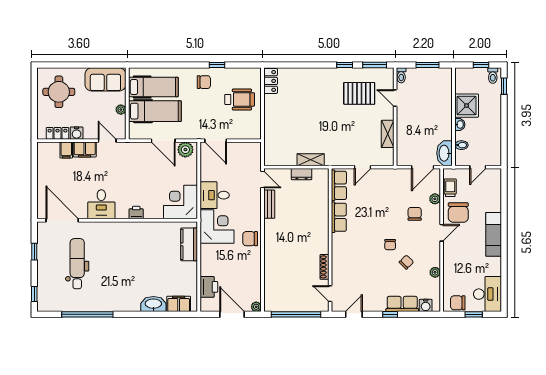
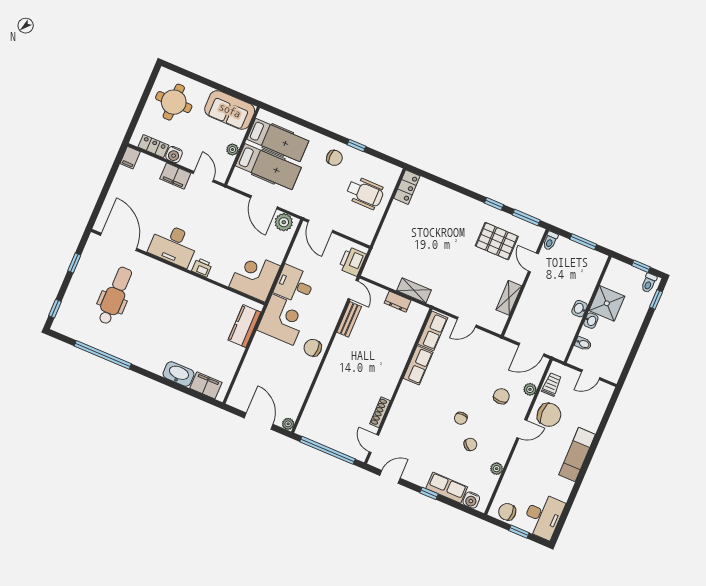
filing cabinet: (66, 150) -> (130, 158), moved
washbasin: (444, 153) -> (580, 309), moved, width x0.52, depth x0.69
desk: (101, 204) -> (174, 245), width x1.37
chair: (458, 213) -> (549, 415), turned -90
printer: (209, 287) -> (352, 261), moved, turned 180

